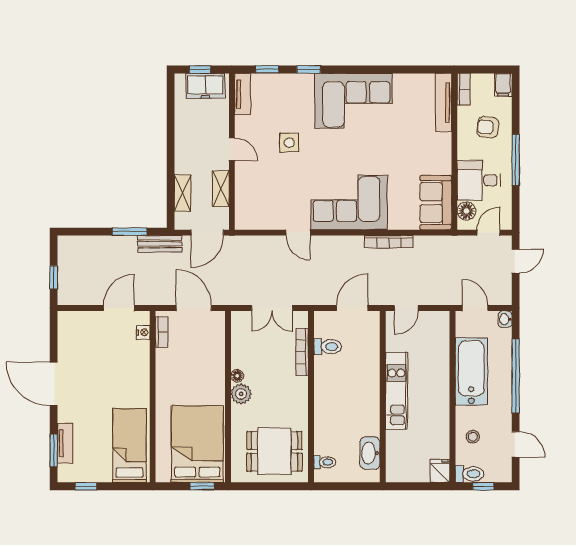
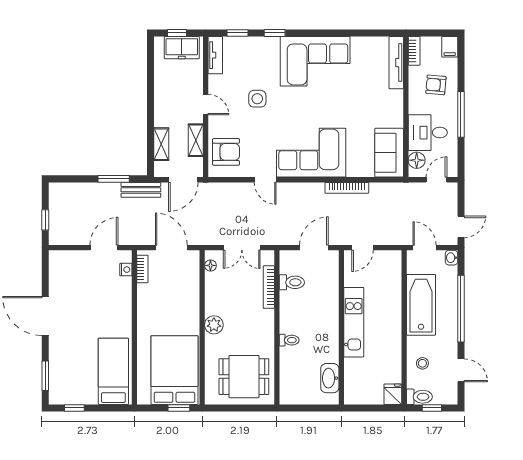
armchair: (255, 202) -> (226, 152), added
door: (516, 261) -> (461, 227), moved
floor lamp: (237, 376) -> (210, 265), moved
tv unit: (65, 443) -> (56, 369), removed
toilet: (325, 462) -> (289, 340), moved

